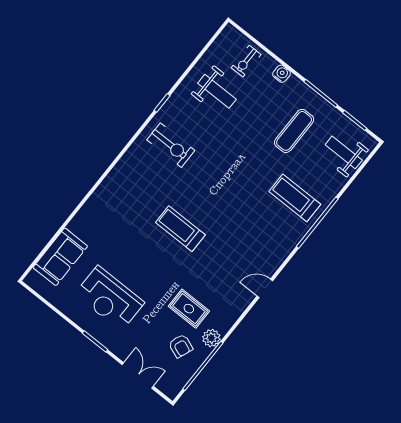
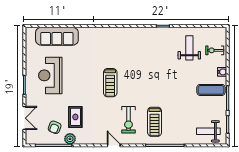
weight bench: (217, 91) -> (189, 48), turned 180
exercise mat: (294, 131) -> (211, 90), moved
exercise bike: (171, 145) -> (128, 120), moved
weight bench: (344, 152) -> (208, 131), turned -90
treadmill: (295, 198) -> (155, 122), moved, turned 180
treadmill: (180, 229) -> (110, 83), turned 180
sofa: (60, 257) -> (57, 36), width x1.36

